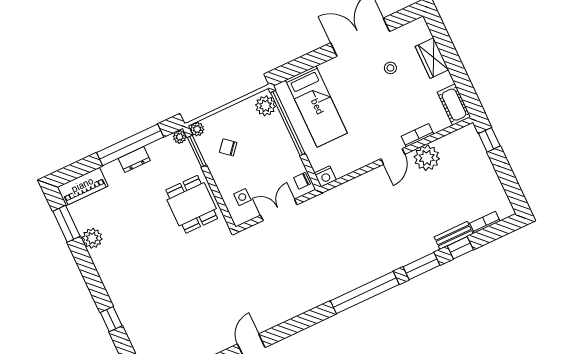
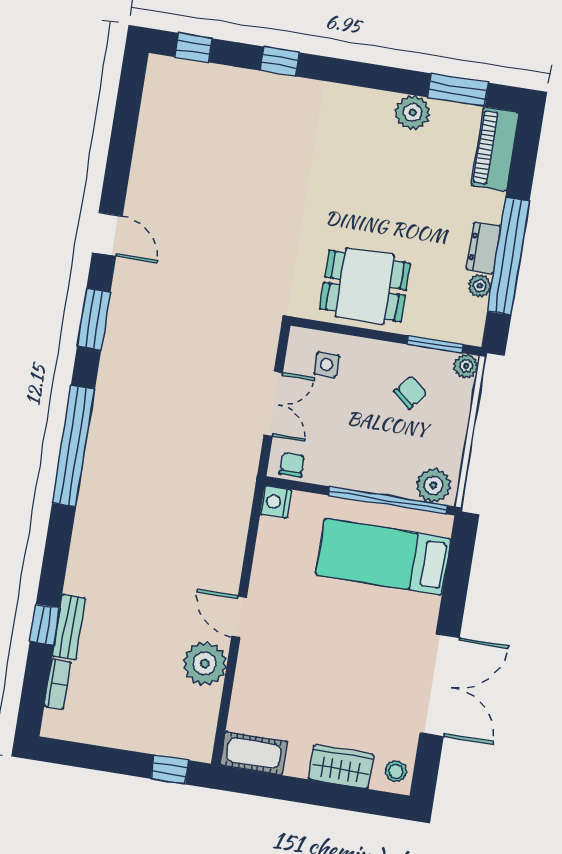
stool: (390, 68) -> (396, 771), moved
bookcase: (418, 135) -> (245, 672), removed
plant: (180, 137) -> (480, 286), moved
window: (422, 266) -> (94, 319), moved

